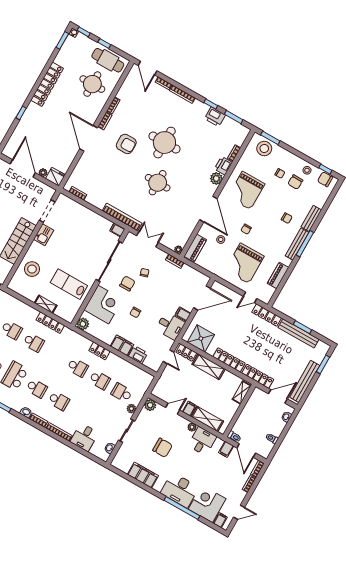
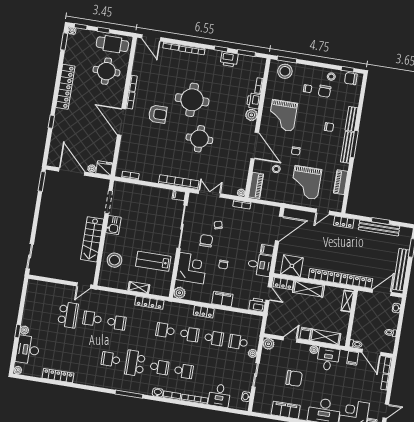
locker: (267, 315) -> (344, 222), width x0.66
school desk: (34, 342) -> (165, 330), moved, turned 180
printer: (138, 355) -> (257, 305), moved

